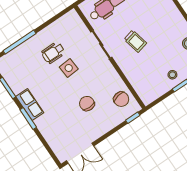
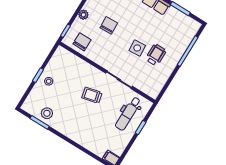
chair: (121, 99) -> (82, 42), turned 101
chair: (87, 104) -> (109, 25), turned -93
plant: (108, 126) -> (83, 15), added

